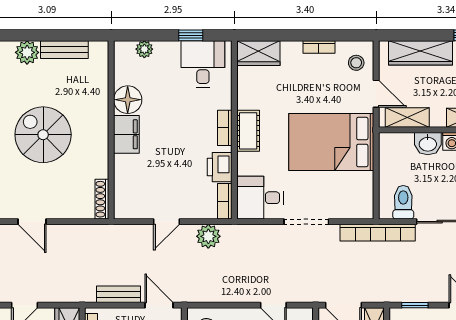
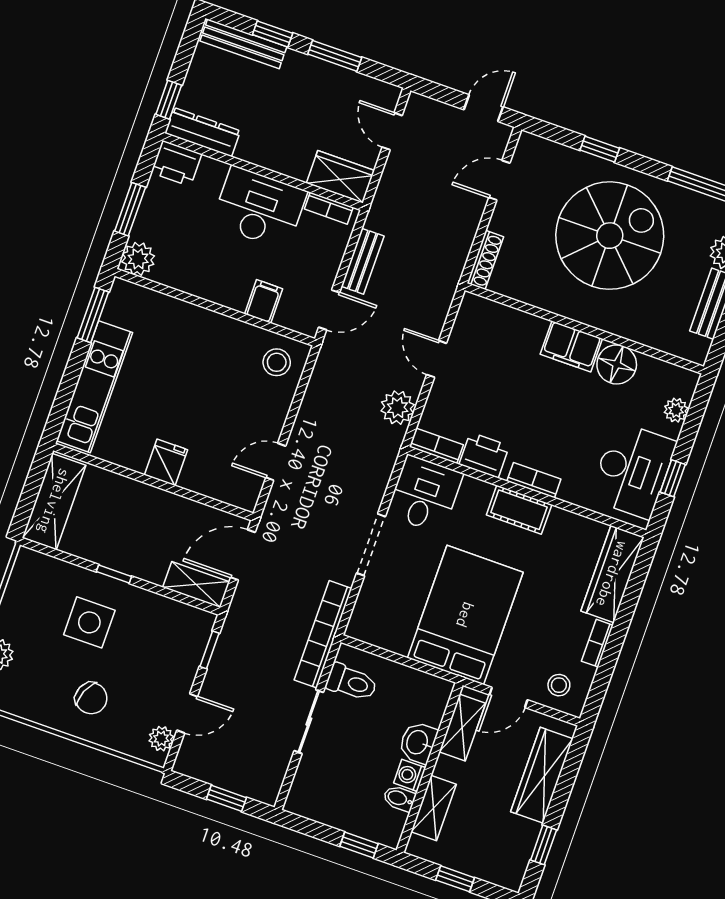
wardrobe: (258, 53) -> (612, 574), width x1.50
desk: (203, 64) -> (633, 470), width x1.37
spiral stairs: (43, 135) -> (610, 236), width x1.37, depth x1.37
shoe rack: (102, 199) -> (485, 260), moved, turned 90

